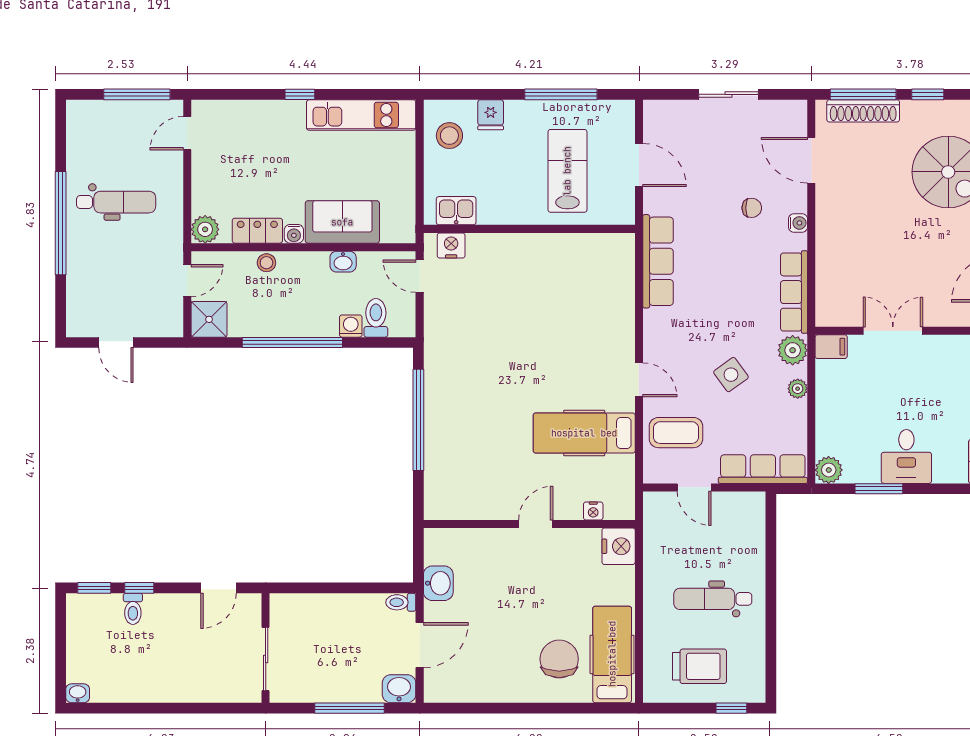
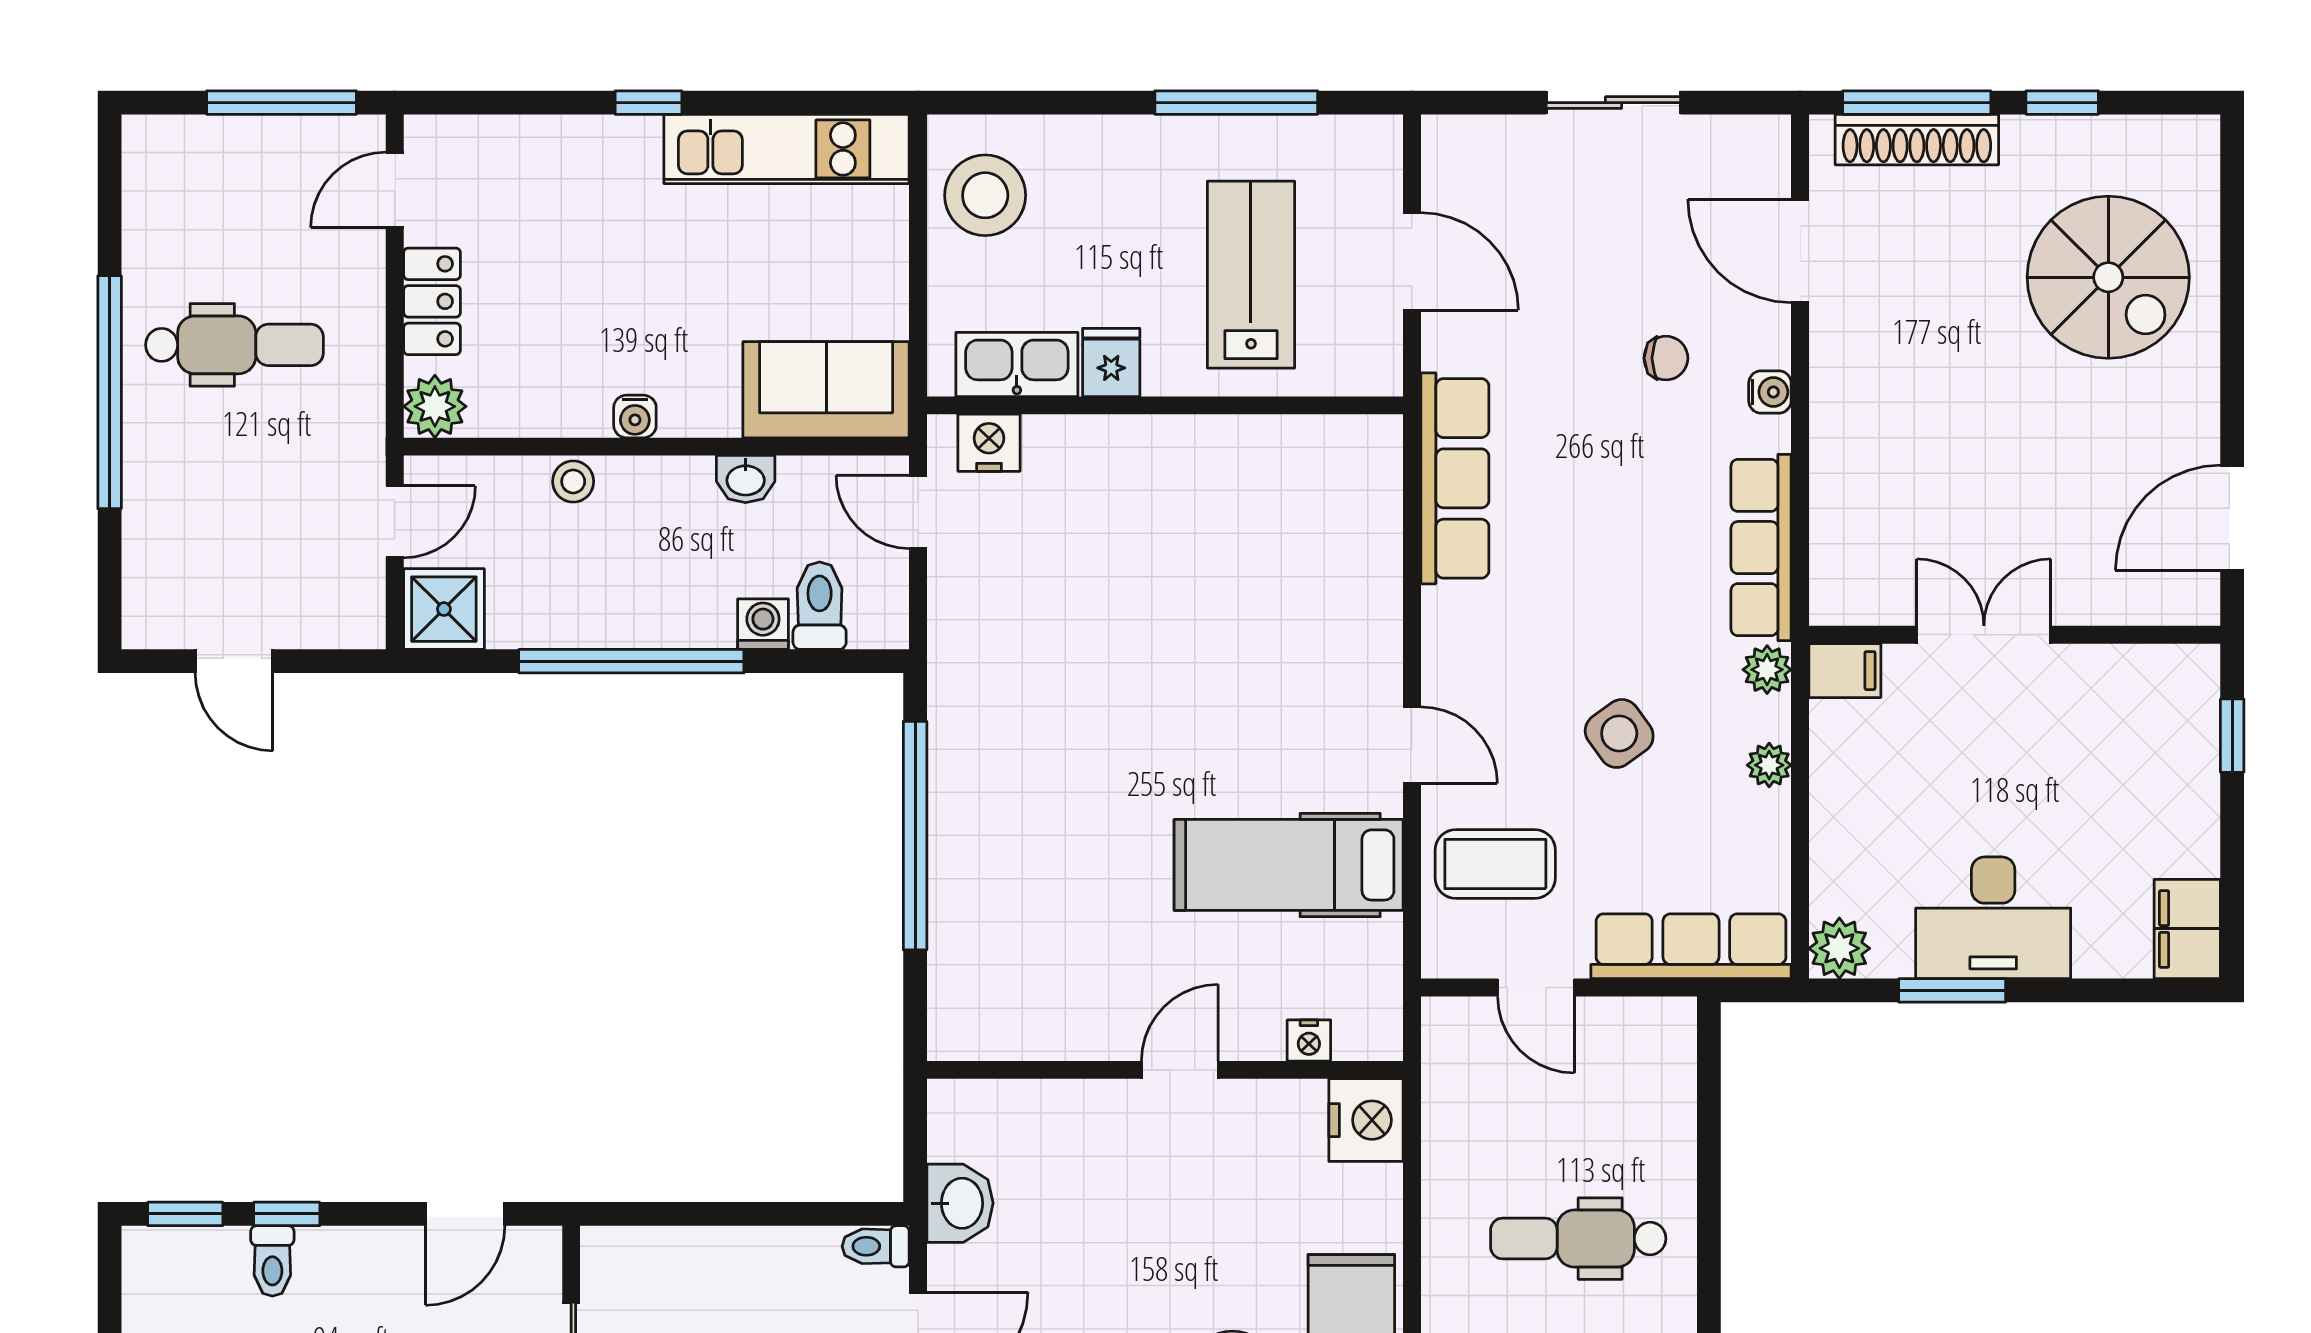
fridge: (491, 115) -> (1111, 362), moved, turned 180
stool: (449, 136) -> (985, 195), width x1.38, depth x1.38
kitchen sink: (456, 211) -> (1017, 364), width x1.38
sofa: (342, 222) -> (826, 390), moved
locker: (257, 231) -> (432, 301), moved, turned 90
plant: (793, 350) -> (1767, 670), width x0.73, depth x0.73
desk: (906, 456) -> (1993, 918), width x1.37

